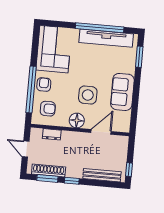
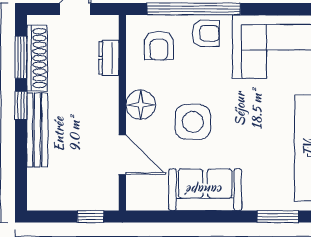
window: (129, 170) -> (91, 217), moved
bench: (102, 175) -> (37, 130), moved

